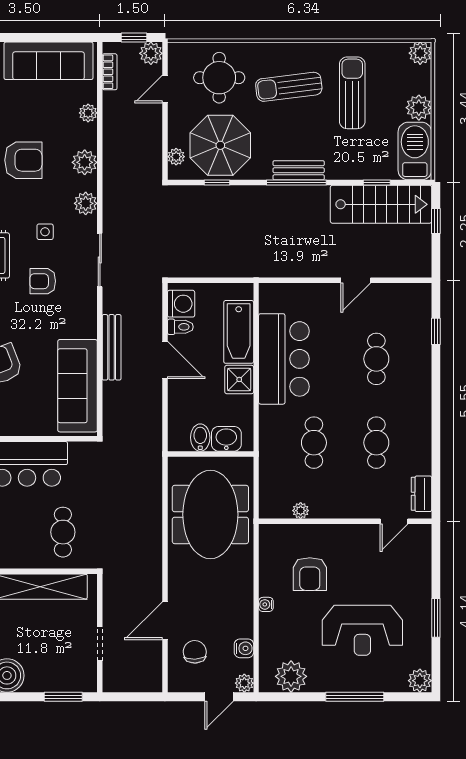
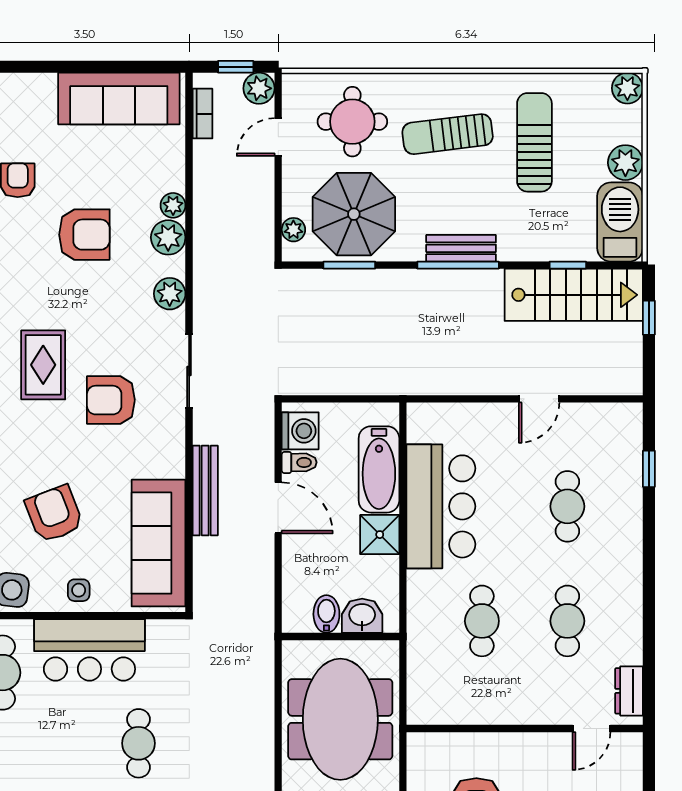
plant: (88, 113) -> (173, 205), moved
window: (217, 183) -> (349, 265), width x1.50
side table: (45, 232) -> (79, 590), moved
armchair: (43, 281) -> (111, 400), width x1.38, depth x1.38
plant: (301, 511) -> (464, 714), removed

